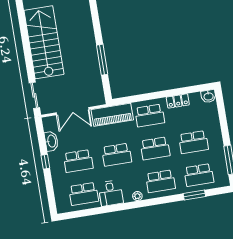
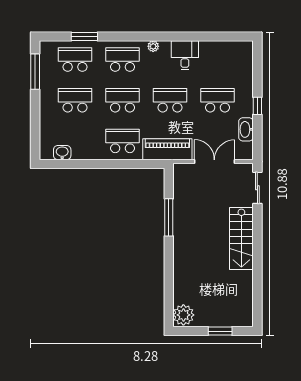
stairs: (44, 42) -> (241, 238), width x0.73, depth x0.66
washbasin: (208, 96) -> (62, 153), moved
locker: (178, 101) -> (86, 153), removed
school desk: (84, 194) -> (218, 60), removed

